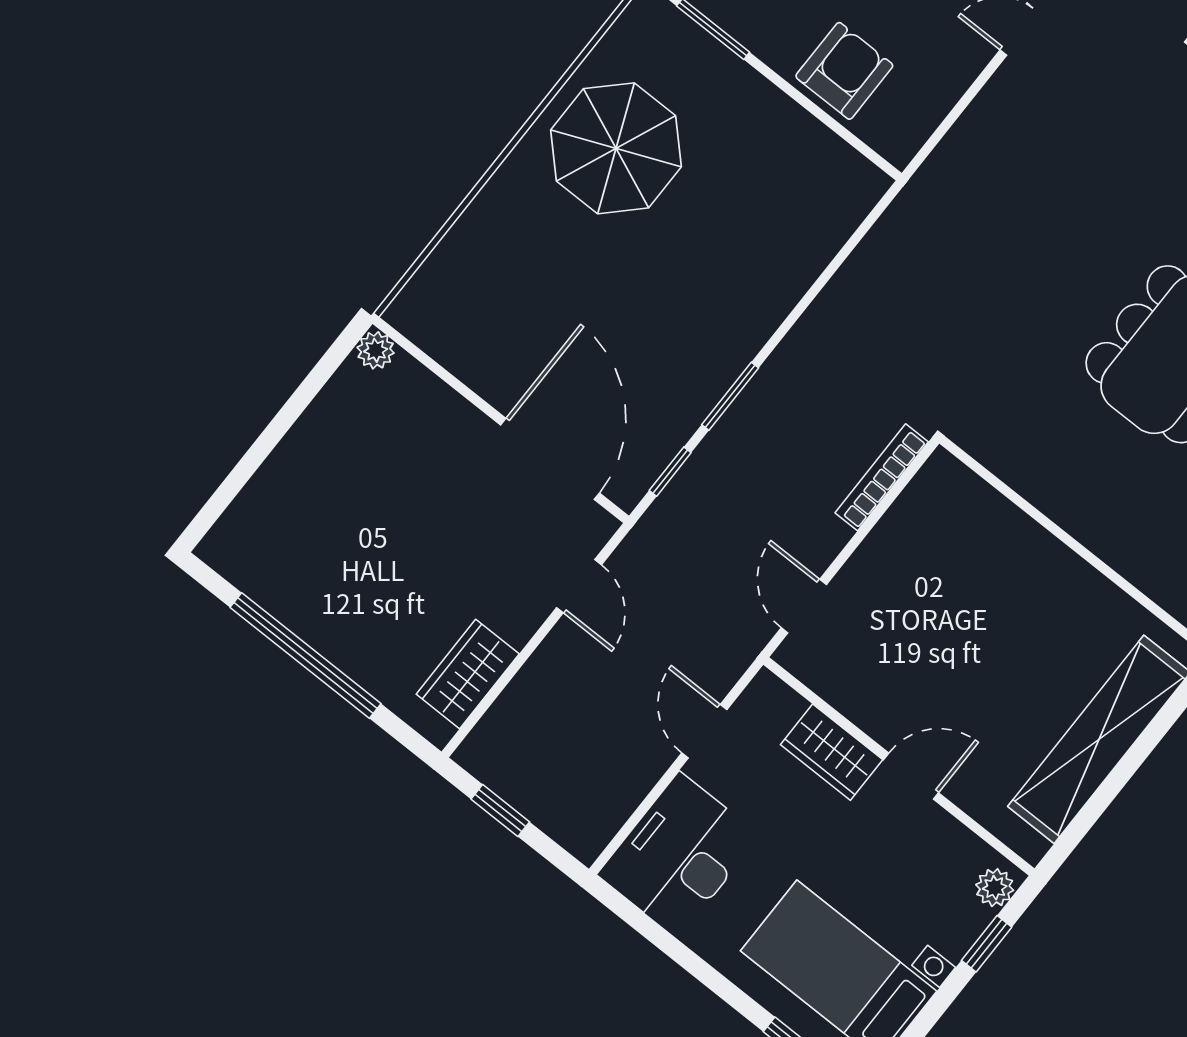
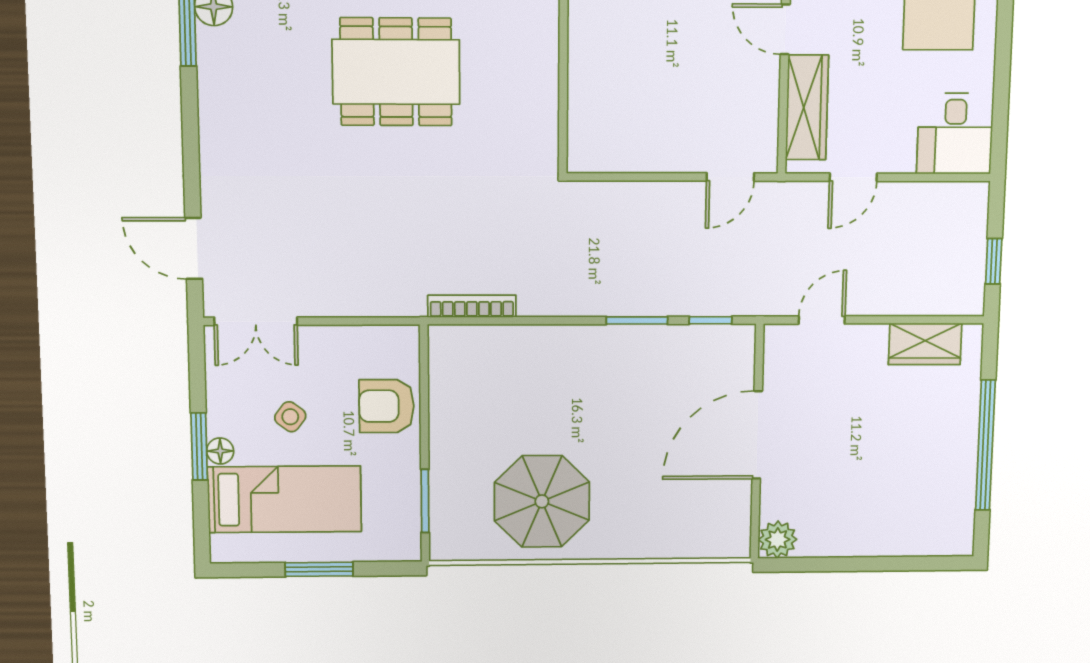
plant: (376, 350) -> (778, 540), width x1.38, depth x1.38
door: (550, 459) -> (757, 435), moved
bookcase: (882, 477) -> (472, 306), moved, turned 180
wardrobe: (832, 752) -> (807, 107), width x1.50
desk: (679, 855) -> (955, 134), width x0.73

